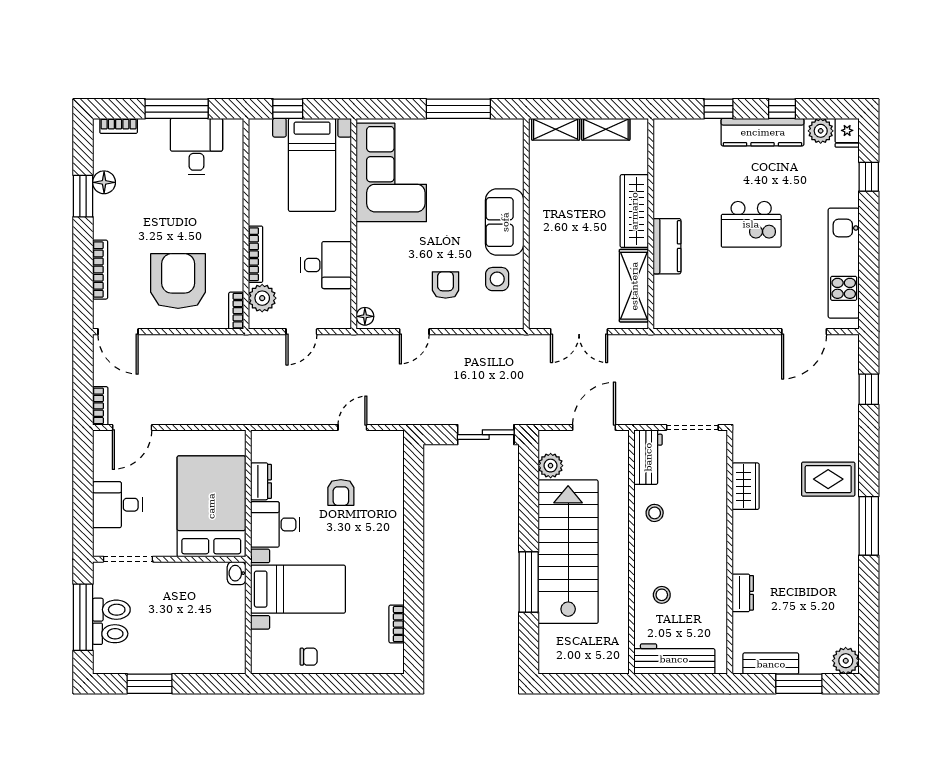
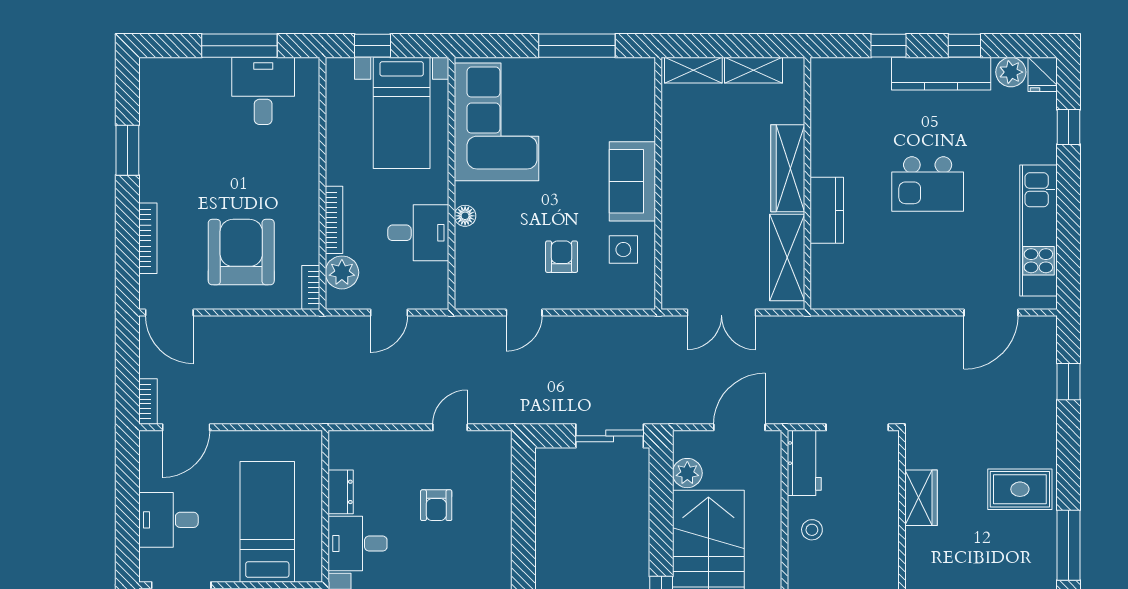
bookcase: (119, 126) -> (170, 66), removed
floor lamp: (104, 182) -> (152, 134), removed
floor lamp: (365, 316) -> (465, 216), moved
bed: (211, 506) -> (267, 522), width x0.67

